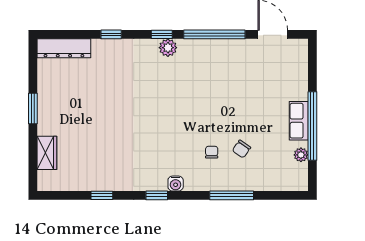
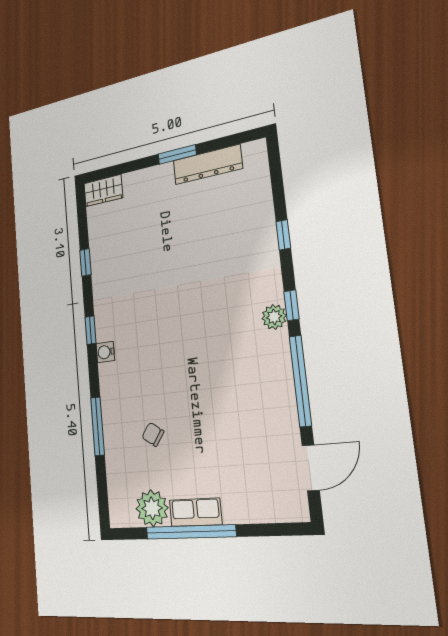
dresser: (64, 48) -> (208, 165), moved, turned -90
chair: (212, 152) -> (146, 395), removed
wardrobe: (47, 153) -> (103, 191), moved
plant: (301, 155) -> (152, 508), width x1.87, depth x1.87

